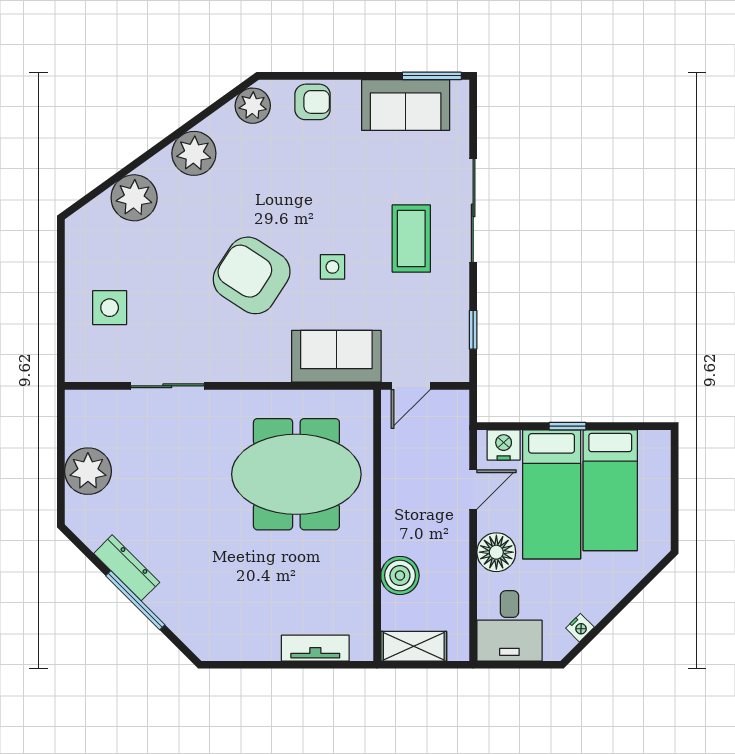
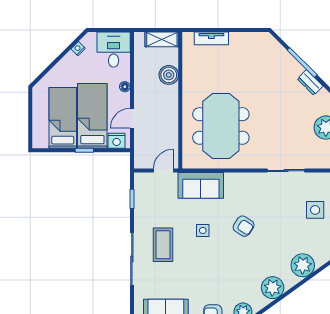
armchair: (252, 275) -> (244, 226), width x0.53, depth x0.53
meeting table: (296, 474) -> (221, 126), turned 90
floor lamp: (496, 552) -> (125, 87), width x0.53, depth x0.53
dresser: (127, 568) -> (310, 82), width x0.70

